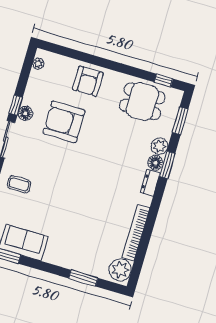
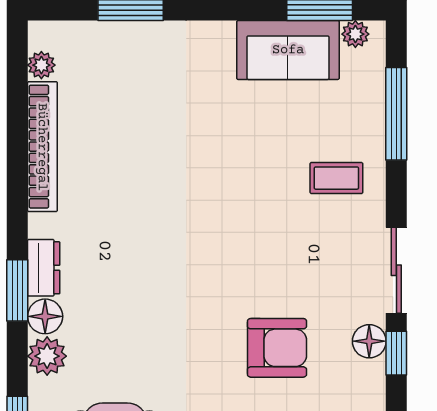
armchair: (64, 122) -> (277, 348), width x0.73, depth x0.73
window: (167, 165) -> (17, 290), moved
plant: (120, 270) -> (41, 65), width x0.53, depth x0.53

